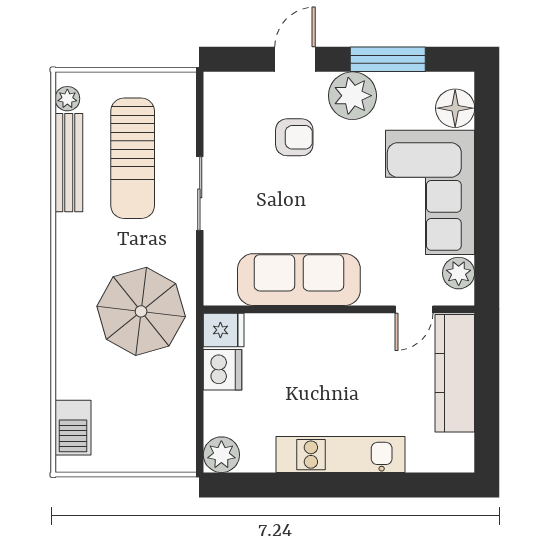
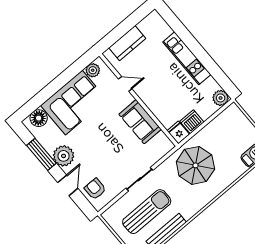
door: (295, 59) -> (68, 185), swing flipped
armchair: (294, 137) -> (95, 189), moved
sofa: (299, 280) -> (140, 122), width x0.73
door: (414, 309) -> (125, 84), moved
kitchen counter: (455, 373) -> (127, 43), width x0.67

